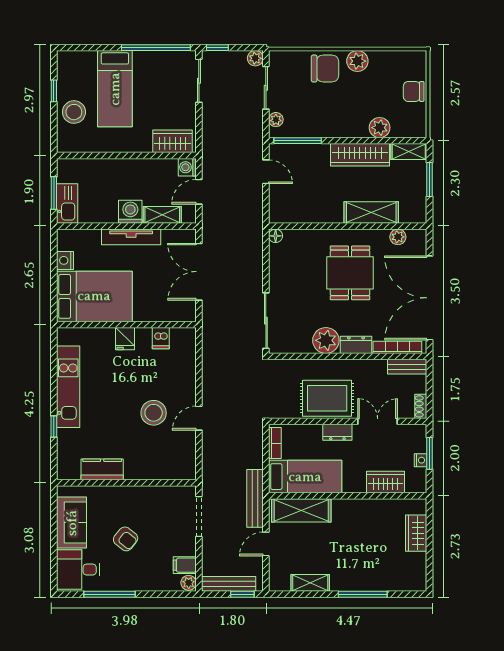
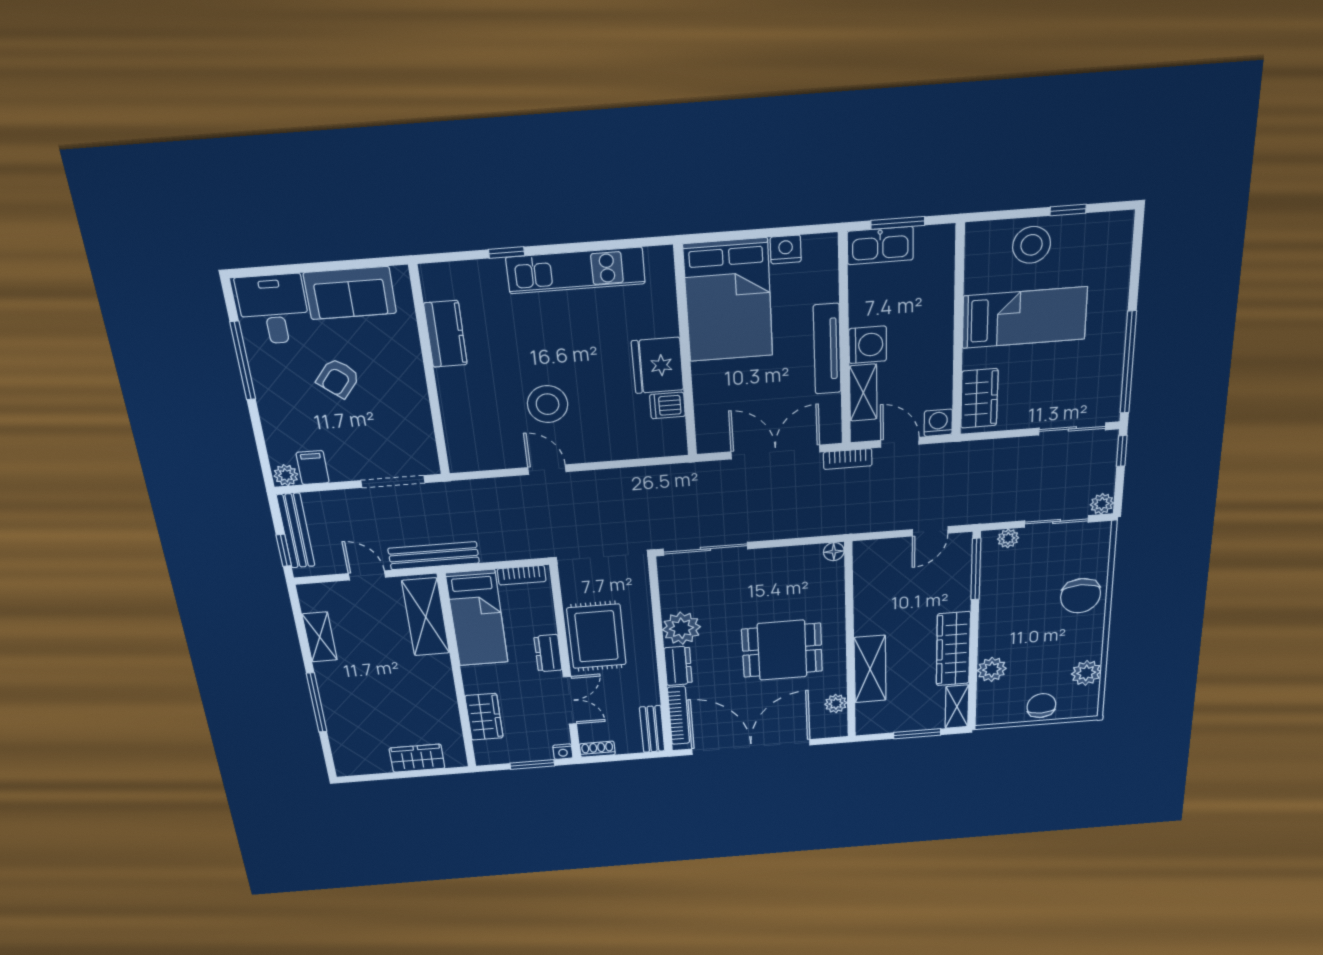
plant: (357, 61) -> (1086, 673), moved
bed: (115, 89) -> (1024, 318), moved, turned 180
bookcase: (208, 225) -> (848, 459), added
fridge: (125, 339) -> (658, 365), width x1.88, depth x1.34
nightstand: (420, 460) -> (563, 752), moved

